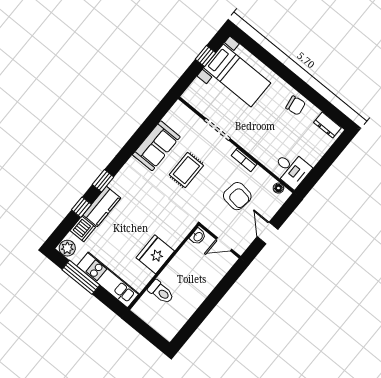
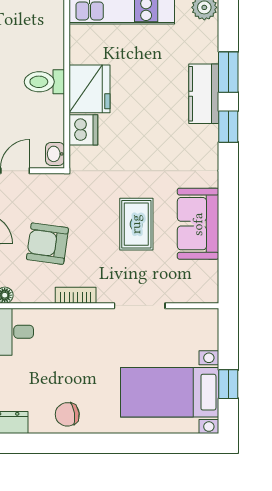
window: (81, 207) -> (228, 72), width x1.50
dishwasher: (83, 229) -> (83, 130), moved, turned 180
toilet: (161, 292) -> (44, 82), moved

